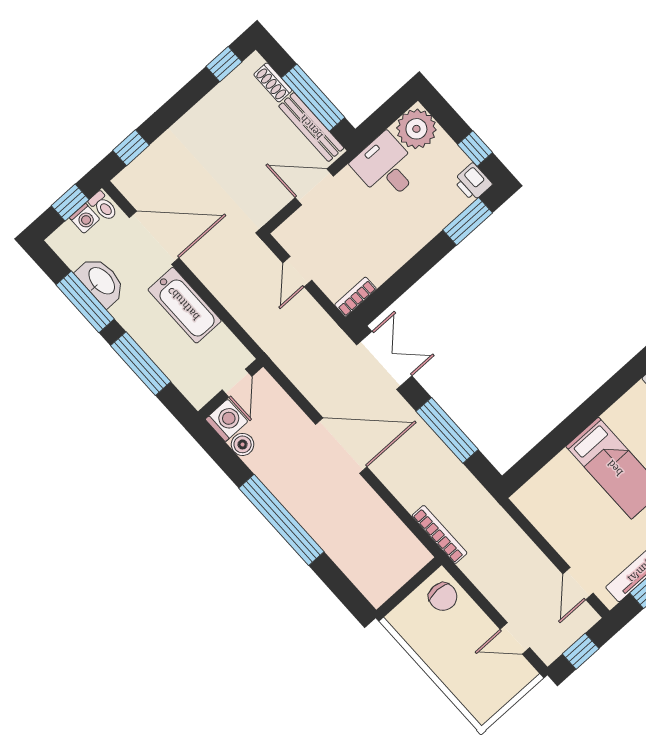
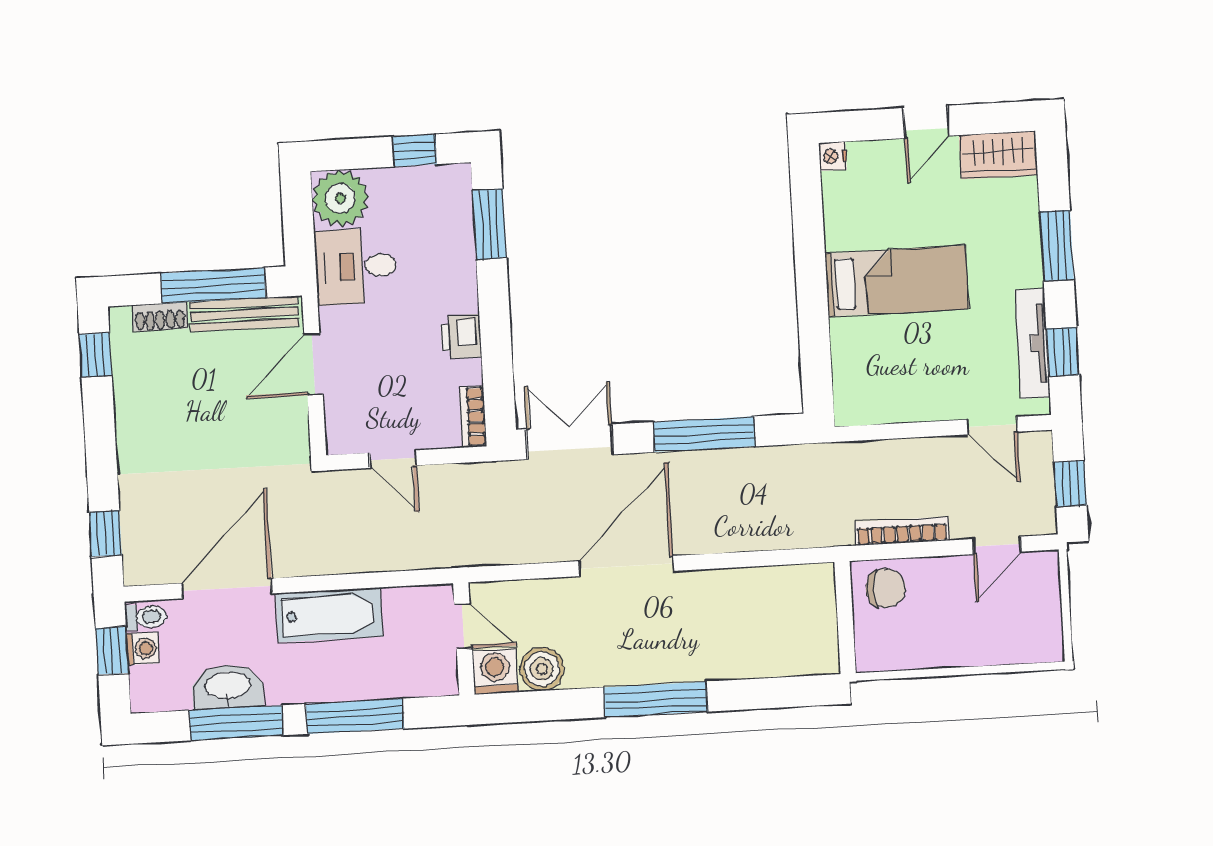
printer: (473, 182) -> (461, 337), moved, turned 90
boiler: (243, 444) -> (542, 669), width x1.36, depth x1.36
window: (281, 520) -> (655, 699), width x0.68
bookcase: (440, 534) -> (902, 531), moved

